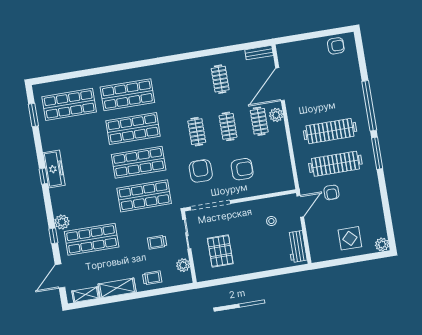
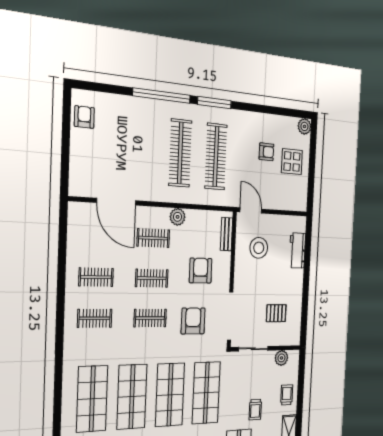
bench: (259, 53) -> (226, 234), moved
clothes rail: (189, 84) -> (95, 318), added
plant: (276, 115) -> (178, 217), moved
armchair: (201, 171) -> (193, 321), turned 90
armchair: (331, 192) -> (266, 152), moved
stool: (271, 221) -> (259, 248), width x1.89, depth x1.89
trolley: (157, 242) -> (255, 410), moved
workbench: (297, 246) -> (297, 251), moved, turned 90
pallet: (220, 251) -> (276, 313), width x0.67, depth x0.71

